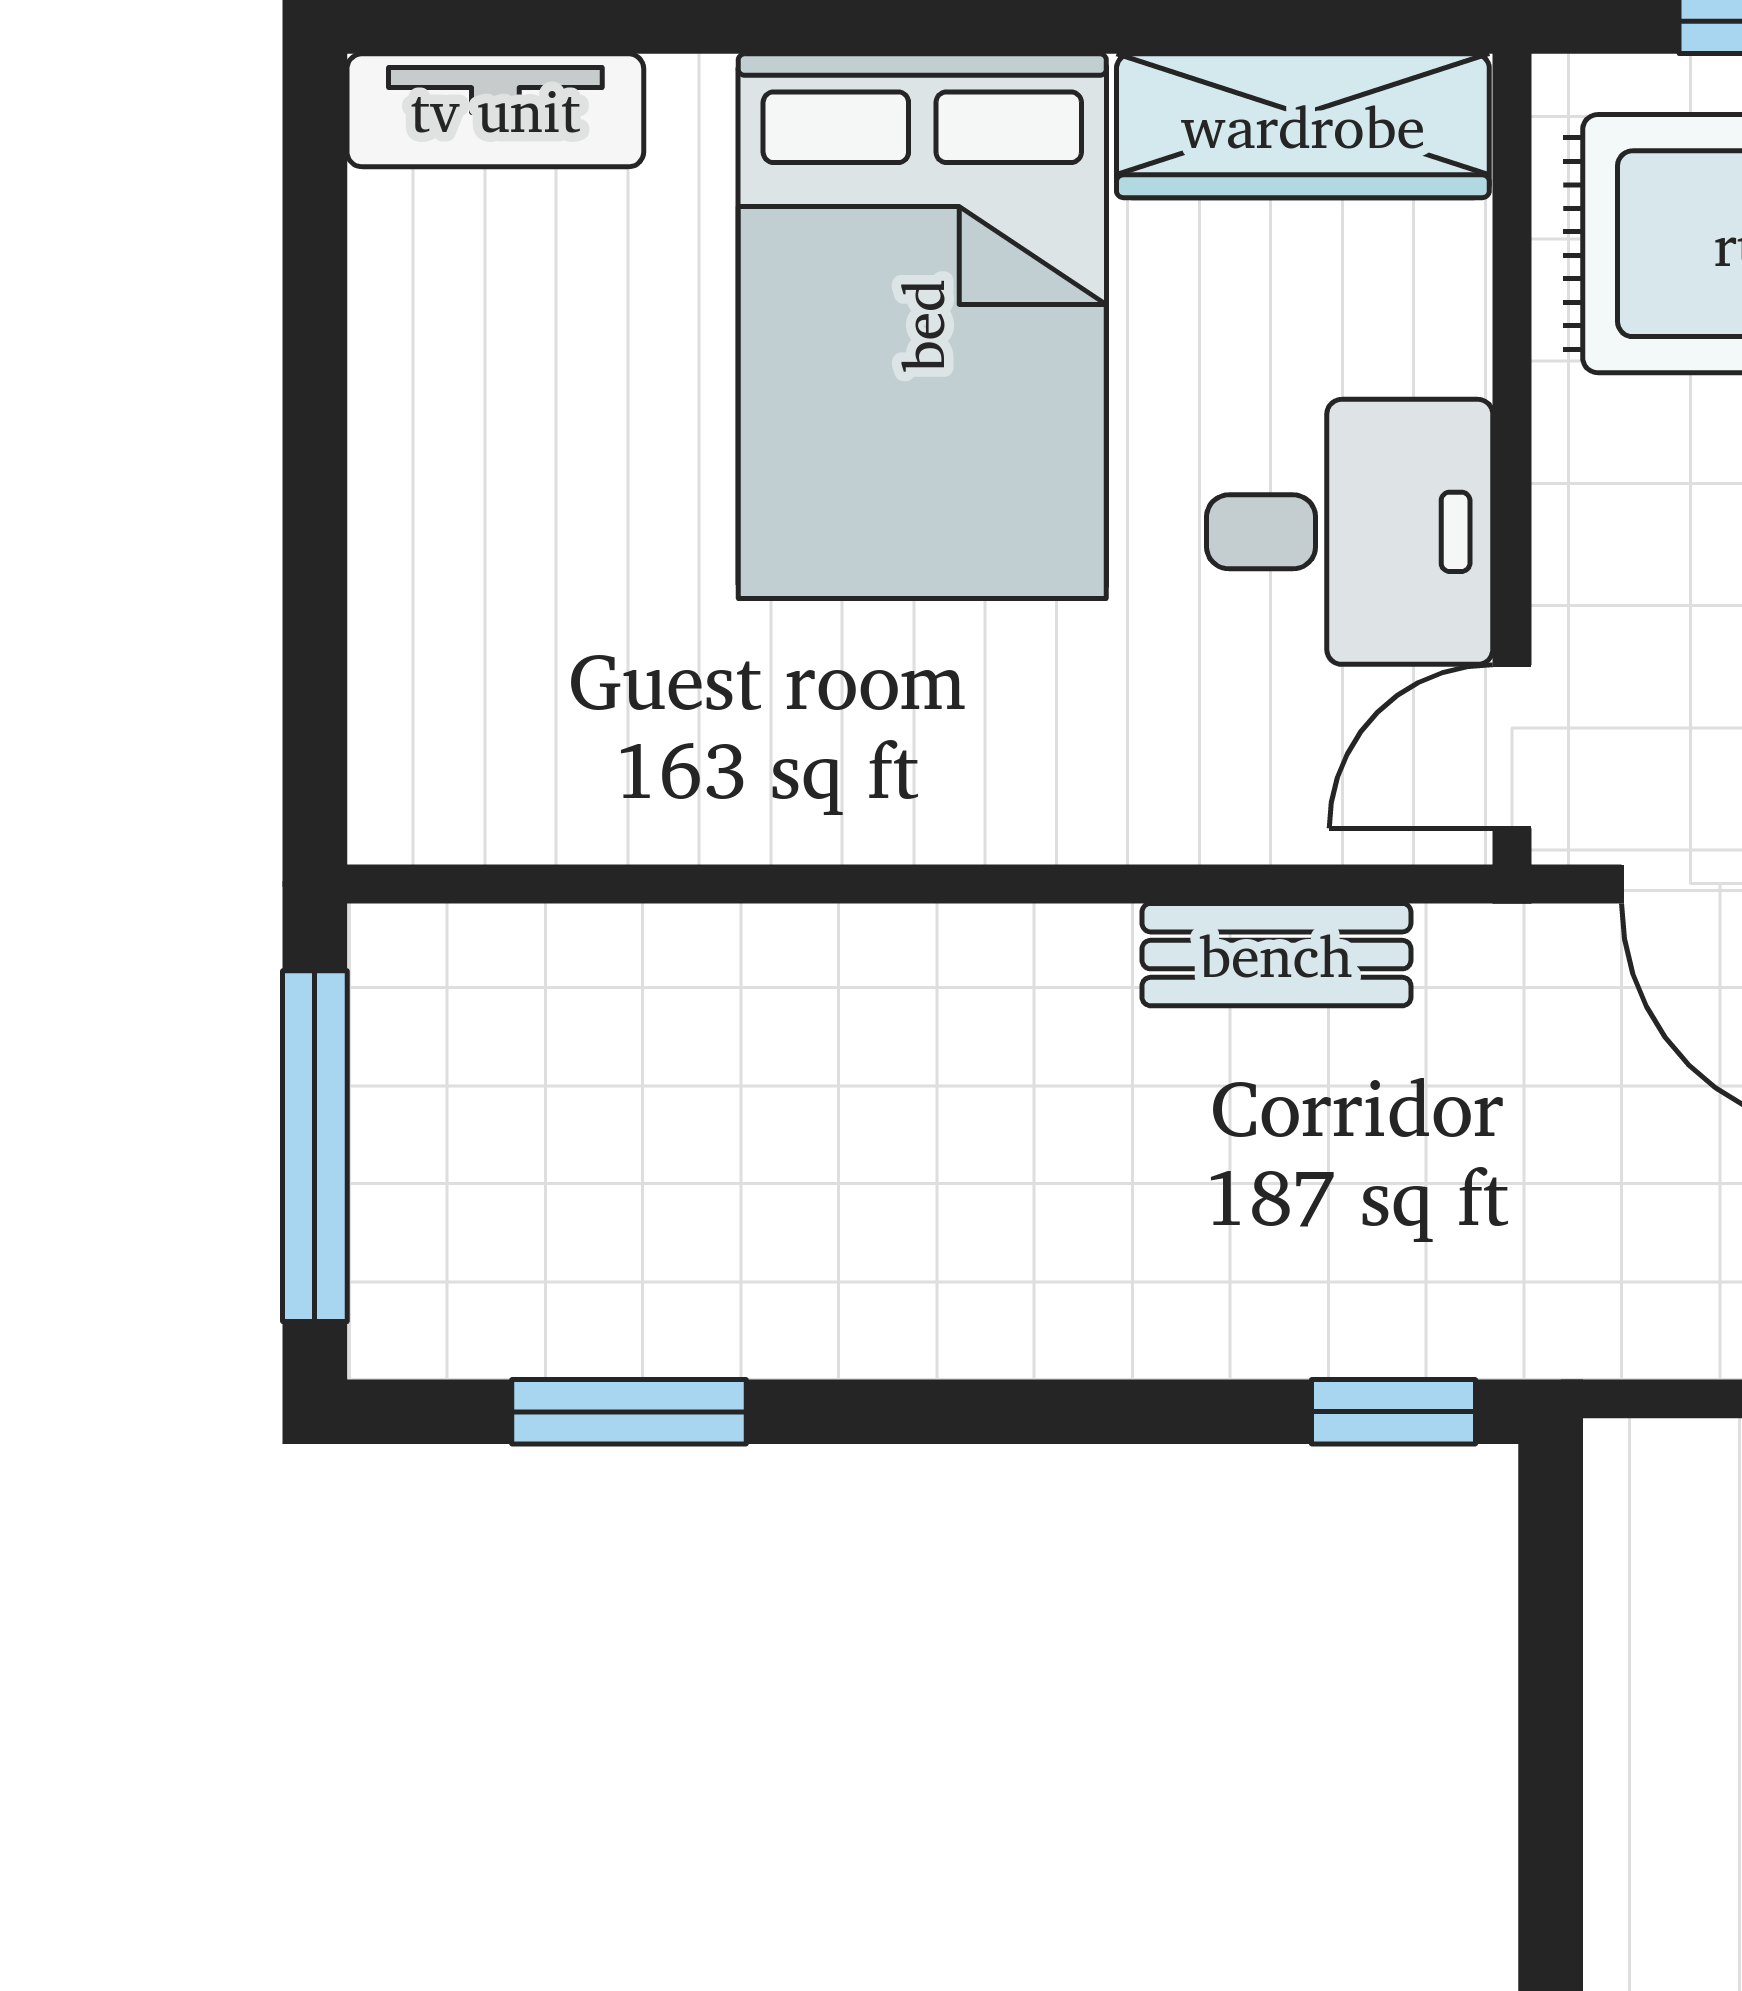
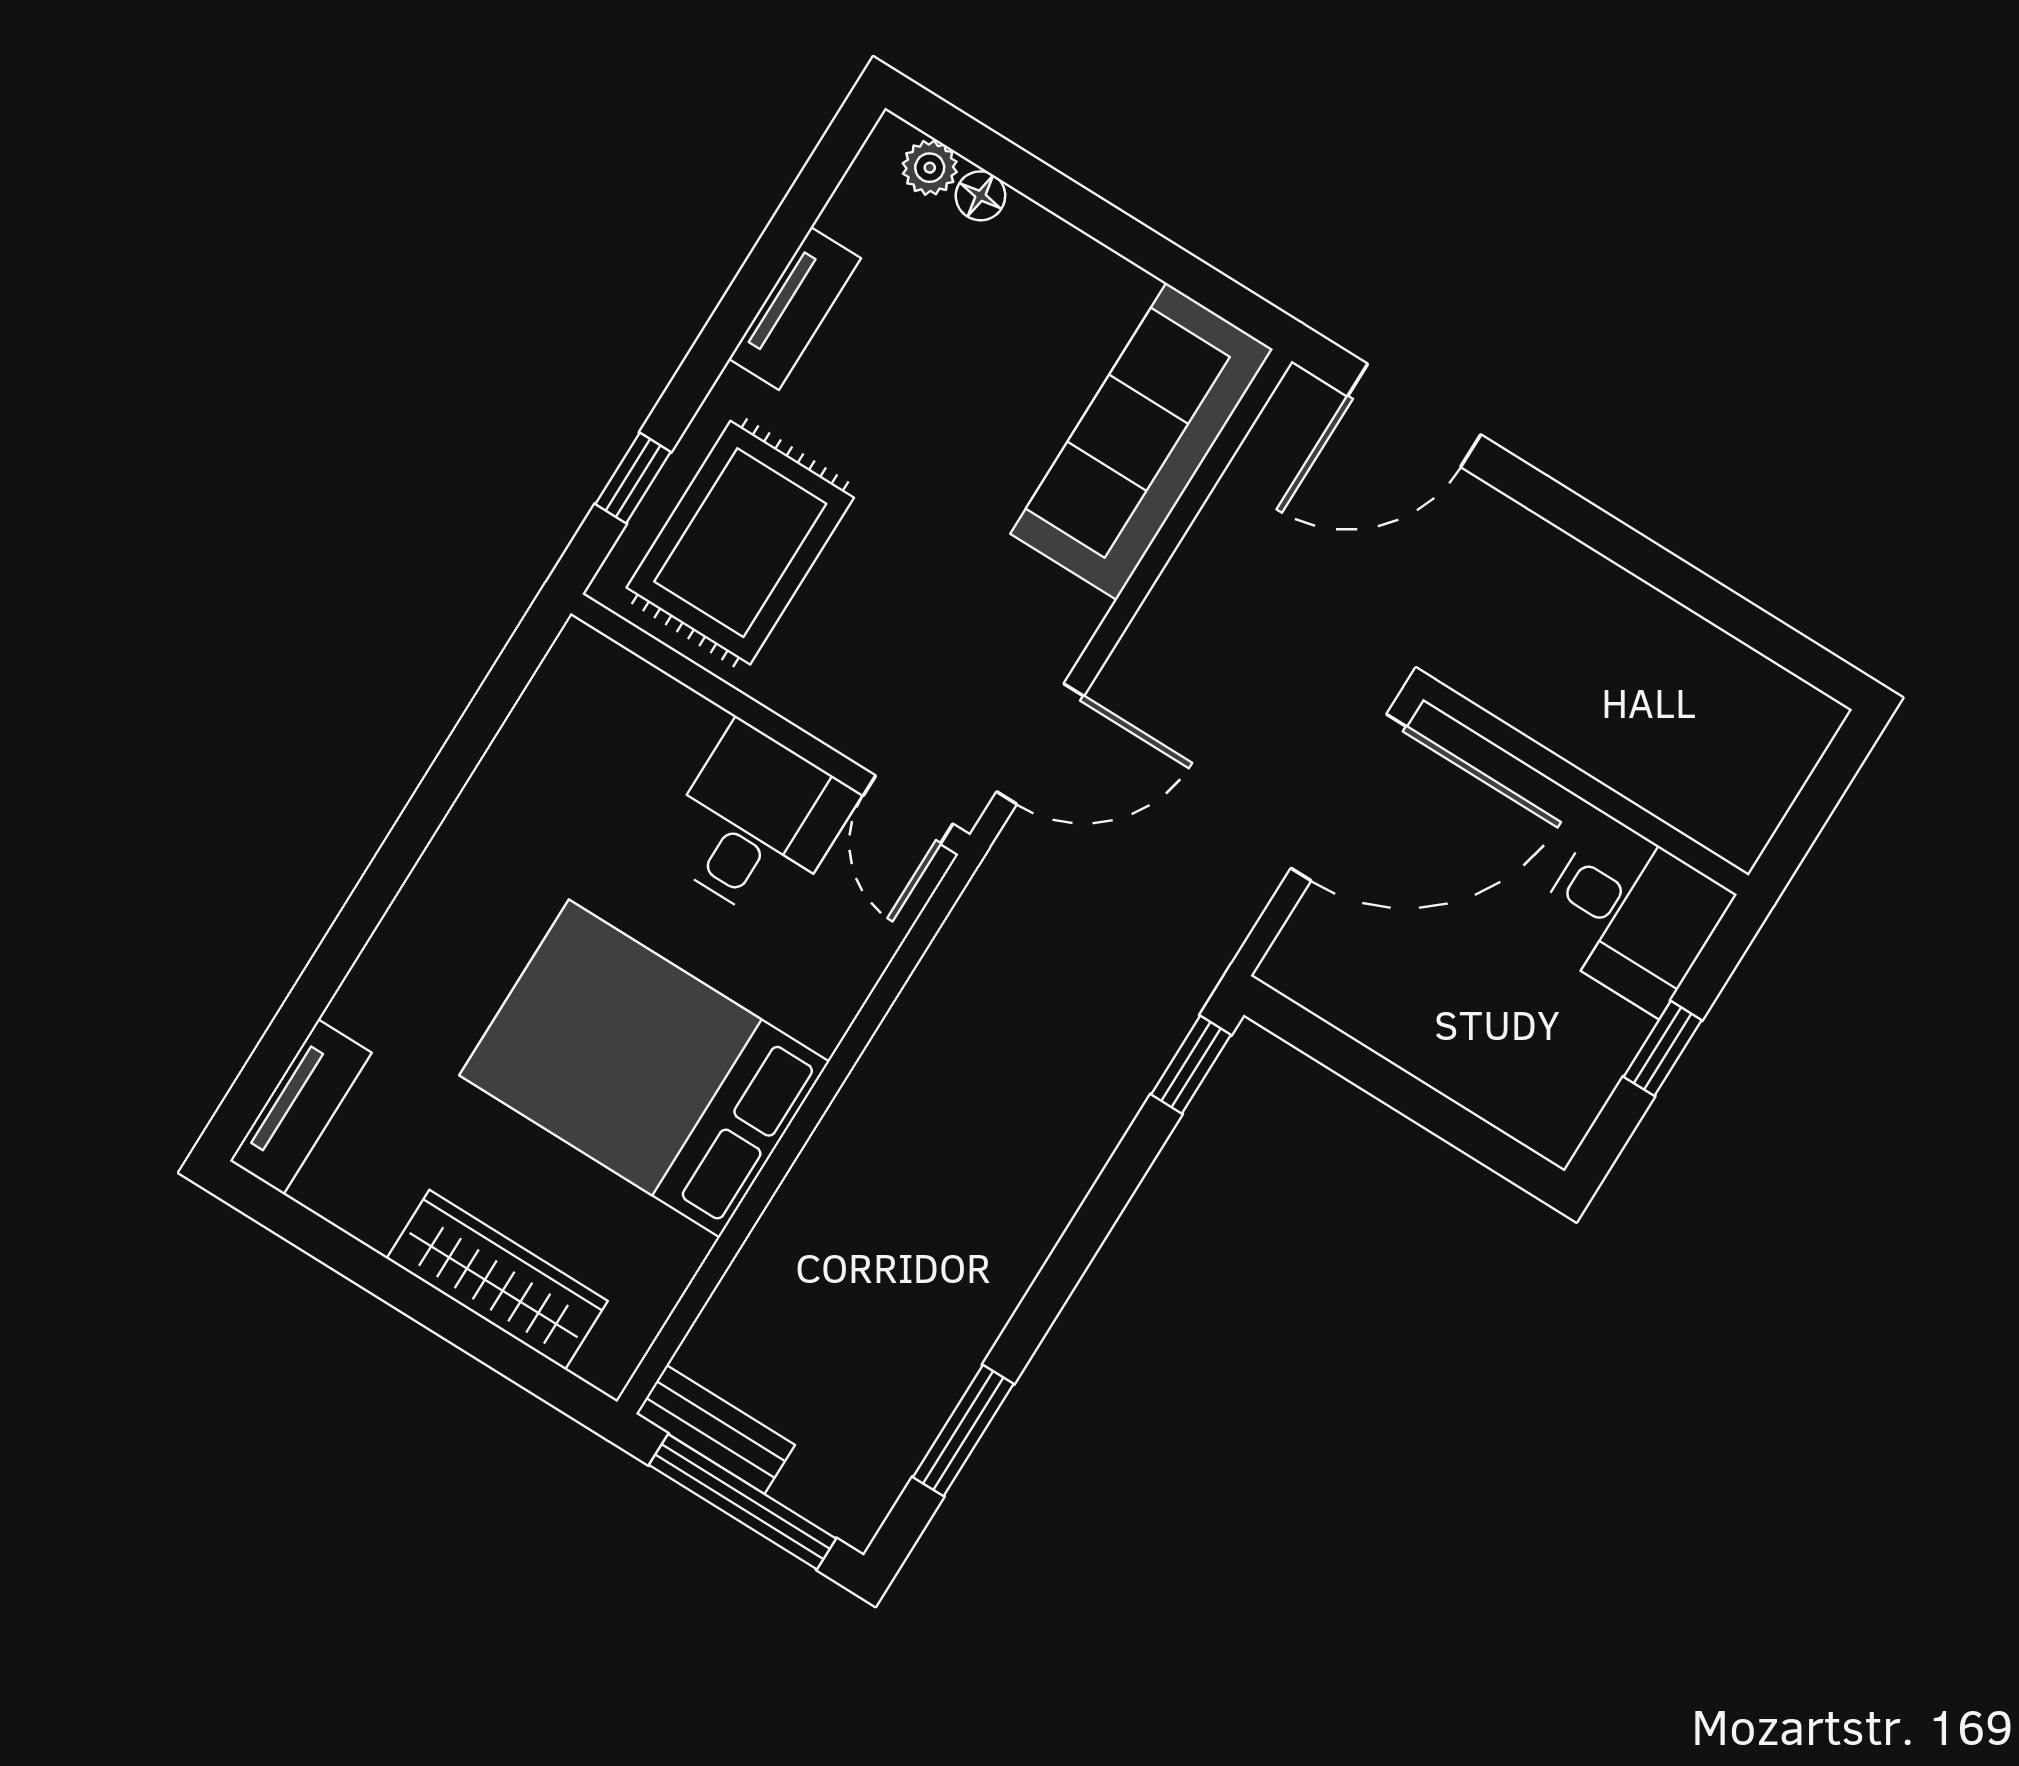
wardrobe: (1303, 126) -> (497, 1280), moved, turned -90
bed: (922, 326) -> (644, 1069), moved, turned 180
bench: (1276, 955) -> (715, 1429), moved, turned 90

